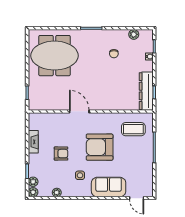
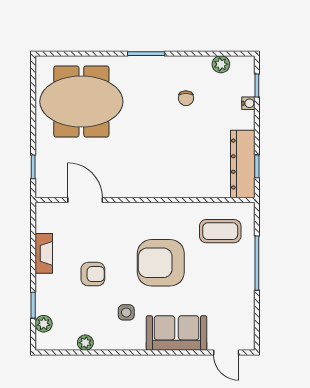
door: (79, 111) -> (85, 200), moved
plant: (33, 192) -> (44, 342), removed

